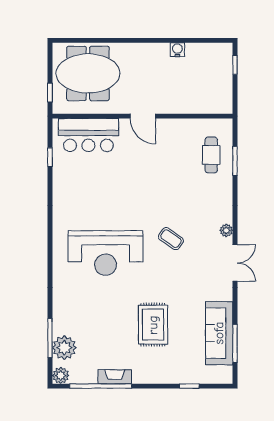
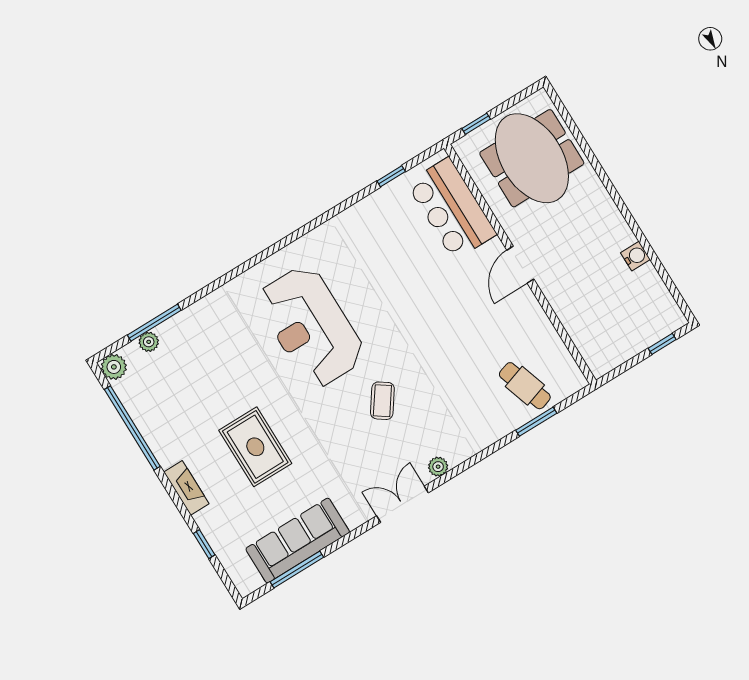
cafe table: (211, 155) -> (525, 386), turned 72
double door: (235, 263) -> (403, 504), swing flipped
rug: (153, 325) -> (255, 447), turned 90
plant: (64, 348) -> (149, 342), width x0.53, depth x0.53
fireplace: (115, 377) -> (186, 488), moved

